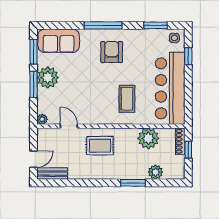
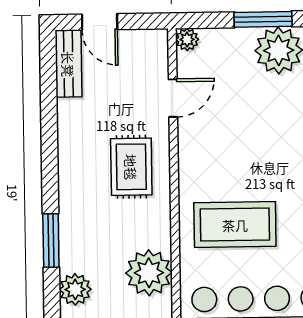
coffee table: (127, 99) -> (235, 225), width x1.36, depth x1.32

